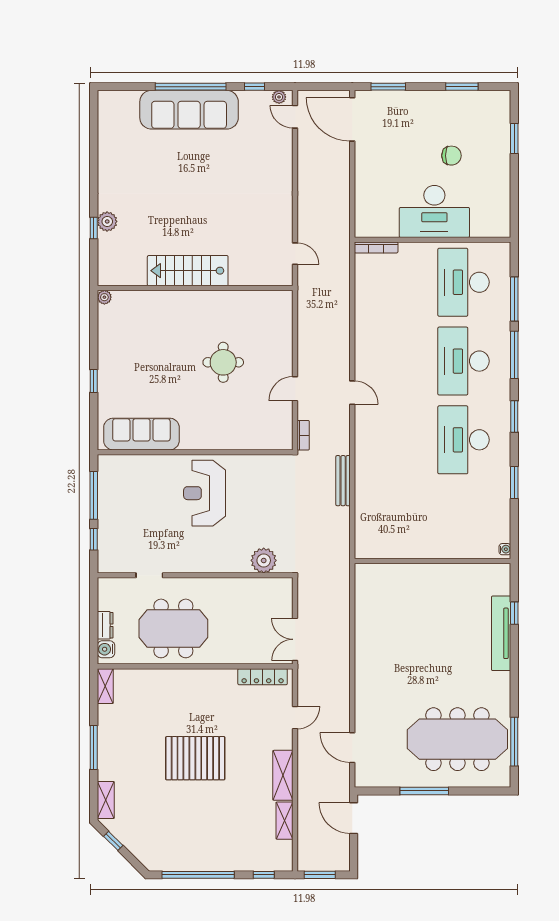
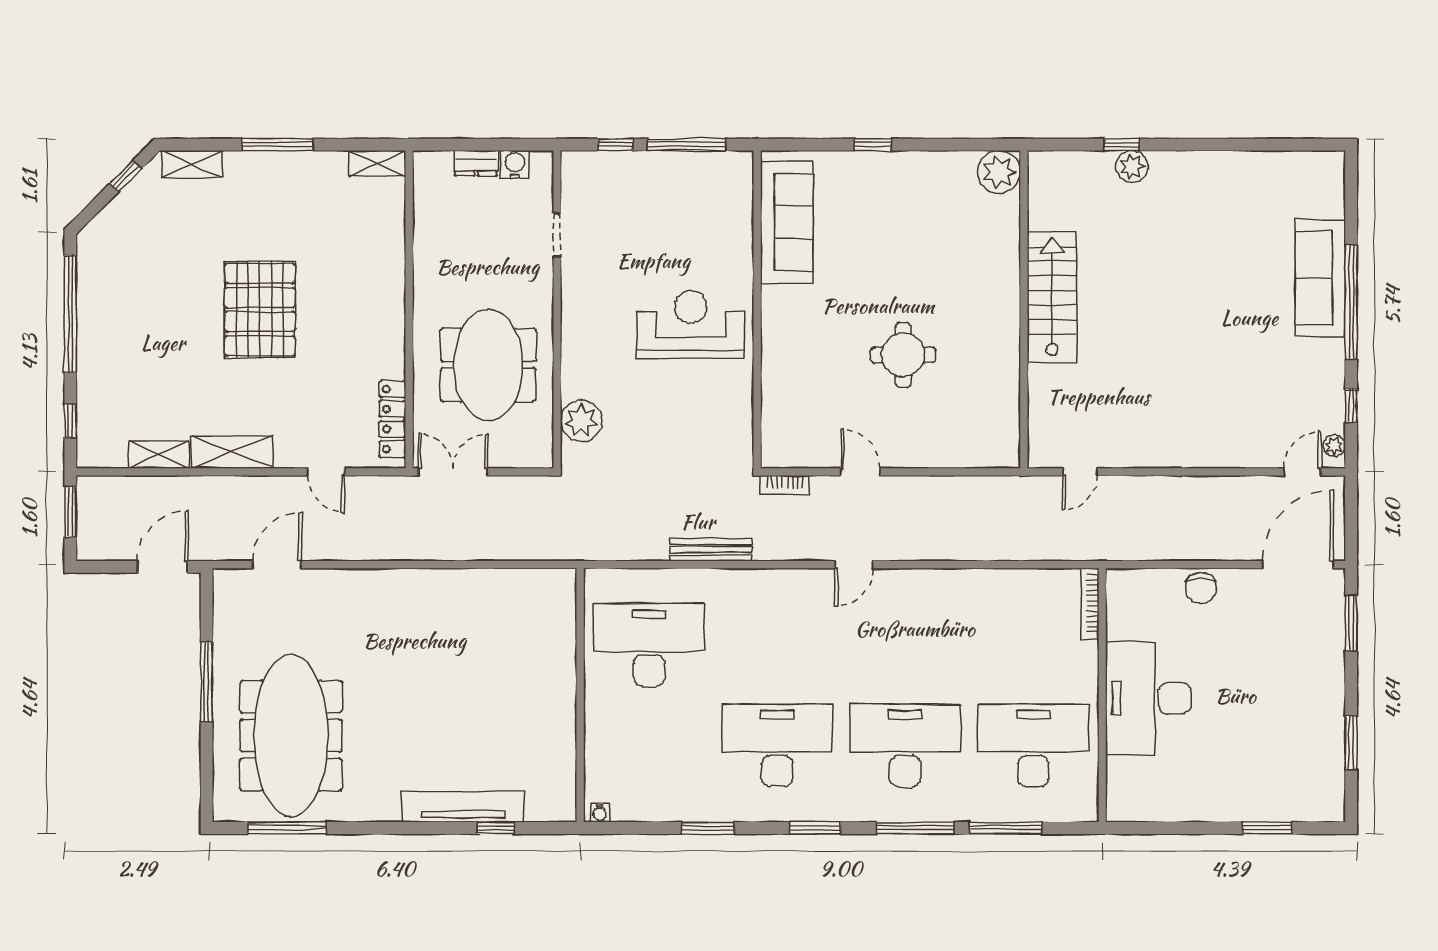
sofa: (189, 110) -> (1320, 278), width x0.74, depth x0.79
chair: (451, 156) -> (1201, 588), moved
plant: (104, 297) -> (999, 172), width x1.88, depth x1.88
desk: (402, 519) -> (649, 645), added
meeting table: (173, 628) -> (488, 365), moved
water cooler: (106, 649) -> (515, 164), moved

